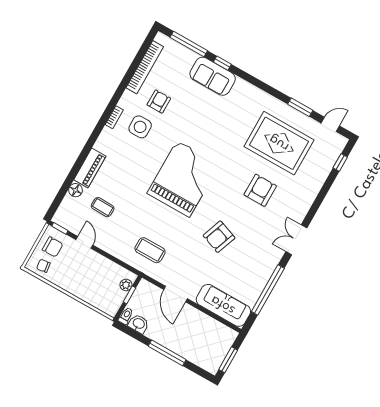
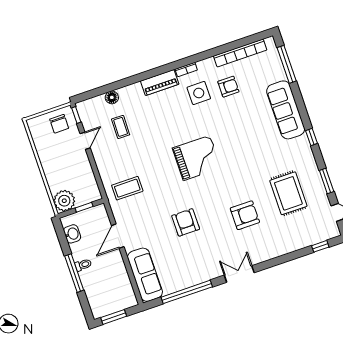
window: (222, 63) -> (312, 137), moved
sofa: (213, 76) -> (286, 110), width x1.36
rug: (279, 143) -> (288, 193), width x0.73, depth x0.69
piano: (90, 168) -> (160, 83), moved
grand piano: (183, 179) -> (197, 158), width x0.73, depth x0.68
armchair: (219, 237) -> (186, 222), turned 70
coffee table: (150, 250) -> (127, 188), turned 90
chair: (43, 266) -> (41, 131), removed
plant: (126, 285) -> (64, 201), moved, width x1.88, depth x1.88
toilet: (126, 316) -> (83, 265), moved

